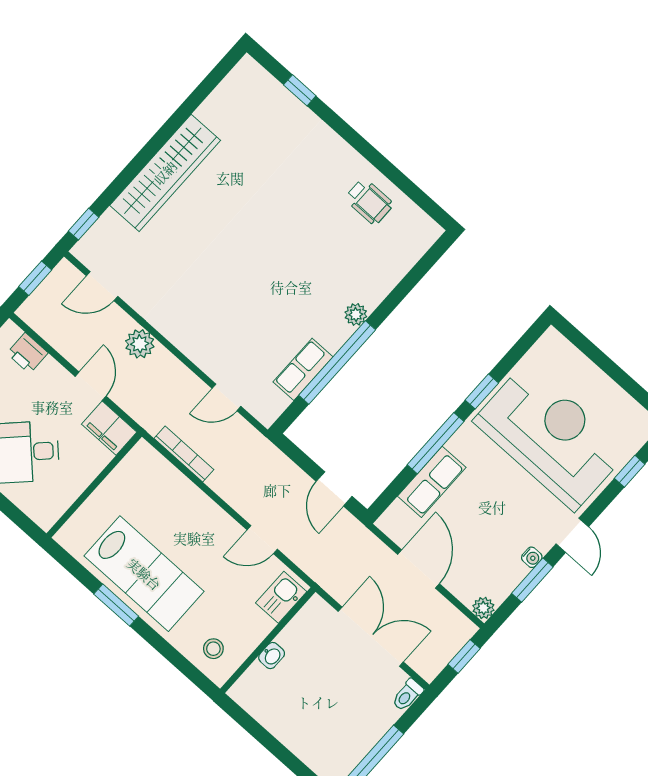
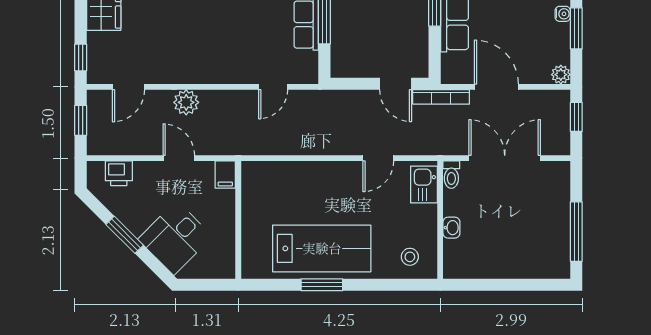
filing cabinet: (109, 428) -> (225, 175), width x0.50
bookcase: (184, 454) -> (441, 97), moved, turned 180
toilet: (407, 695) -> (451, 175), moved

